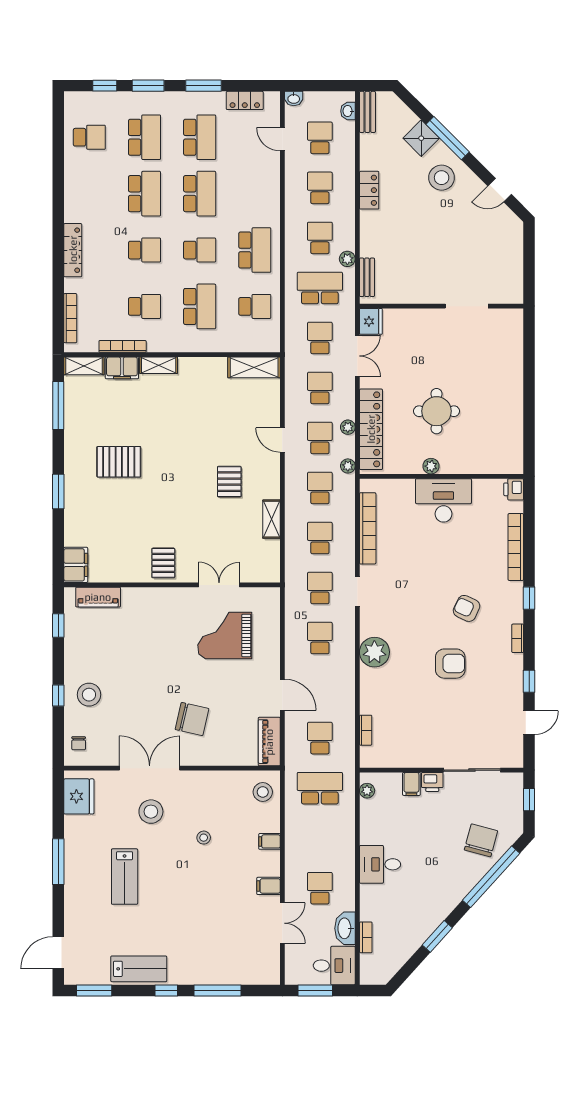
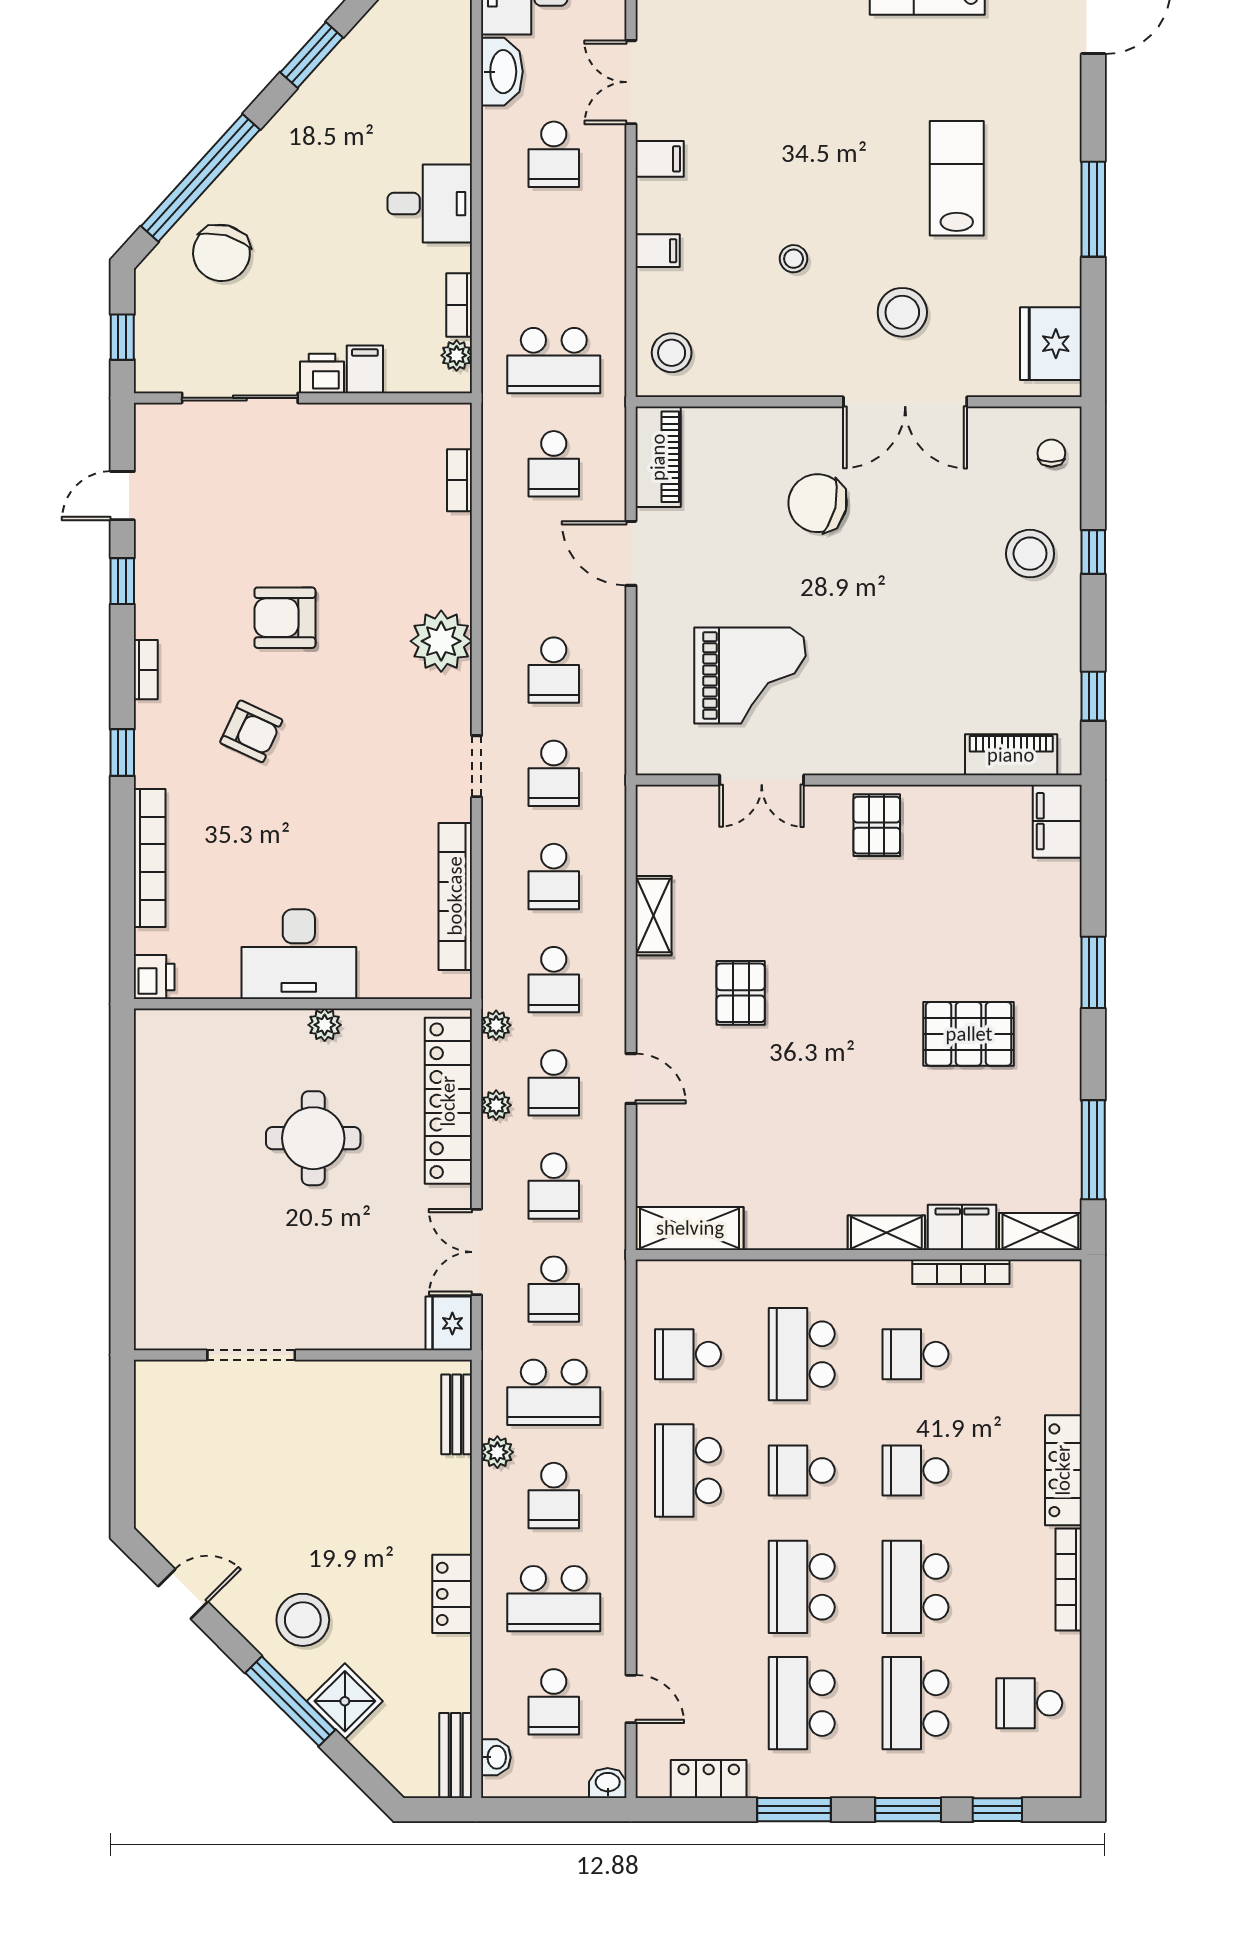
school desk: (320, 188) -> (554, 1599), width x1.85
bookcase: (70, 318) -> (1069, 1579), moved
bookcase: (366, 937) -> (459, 305), moved

